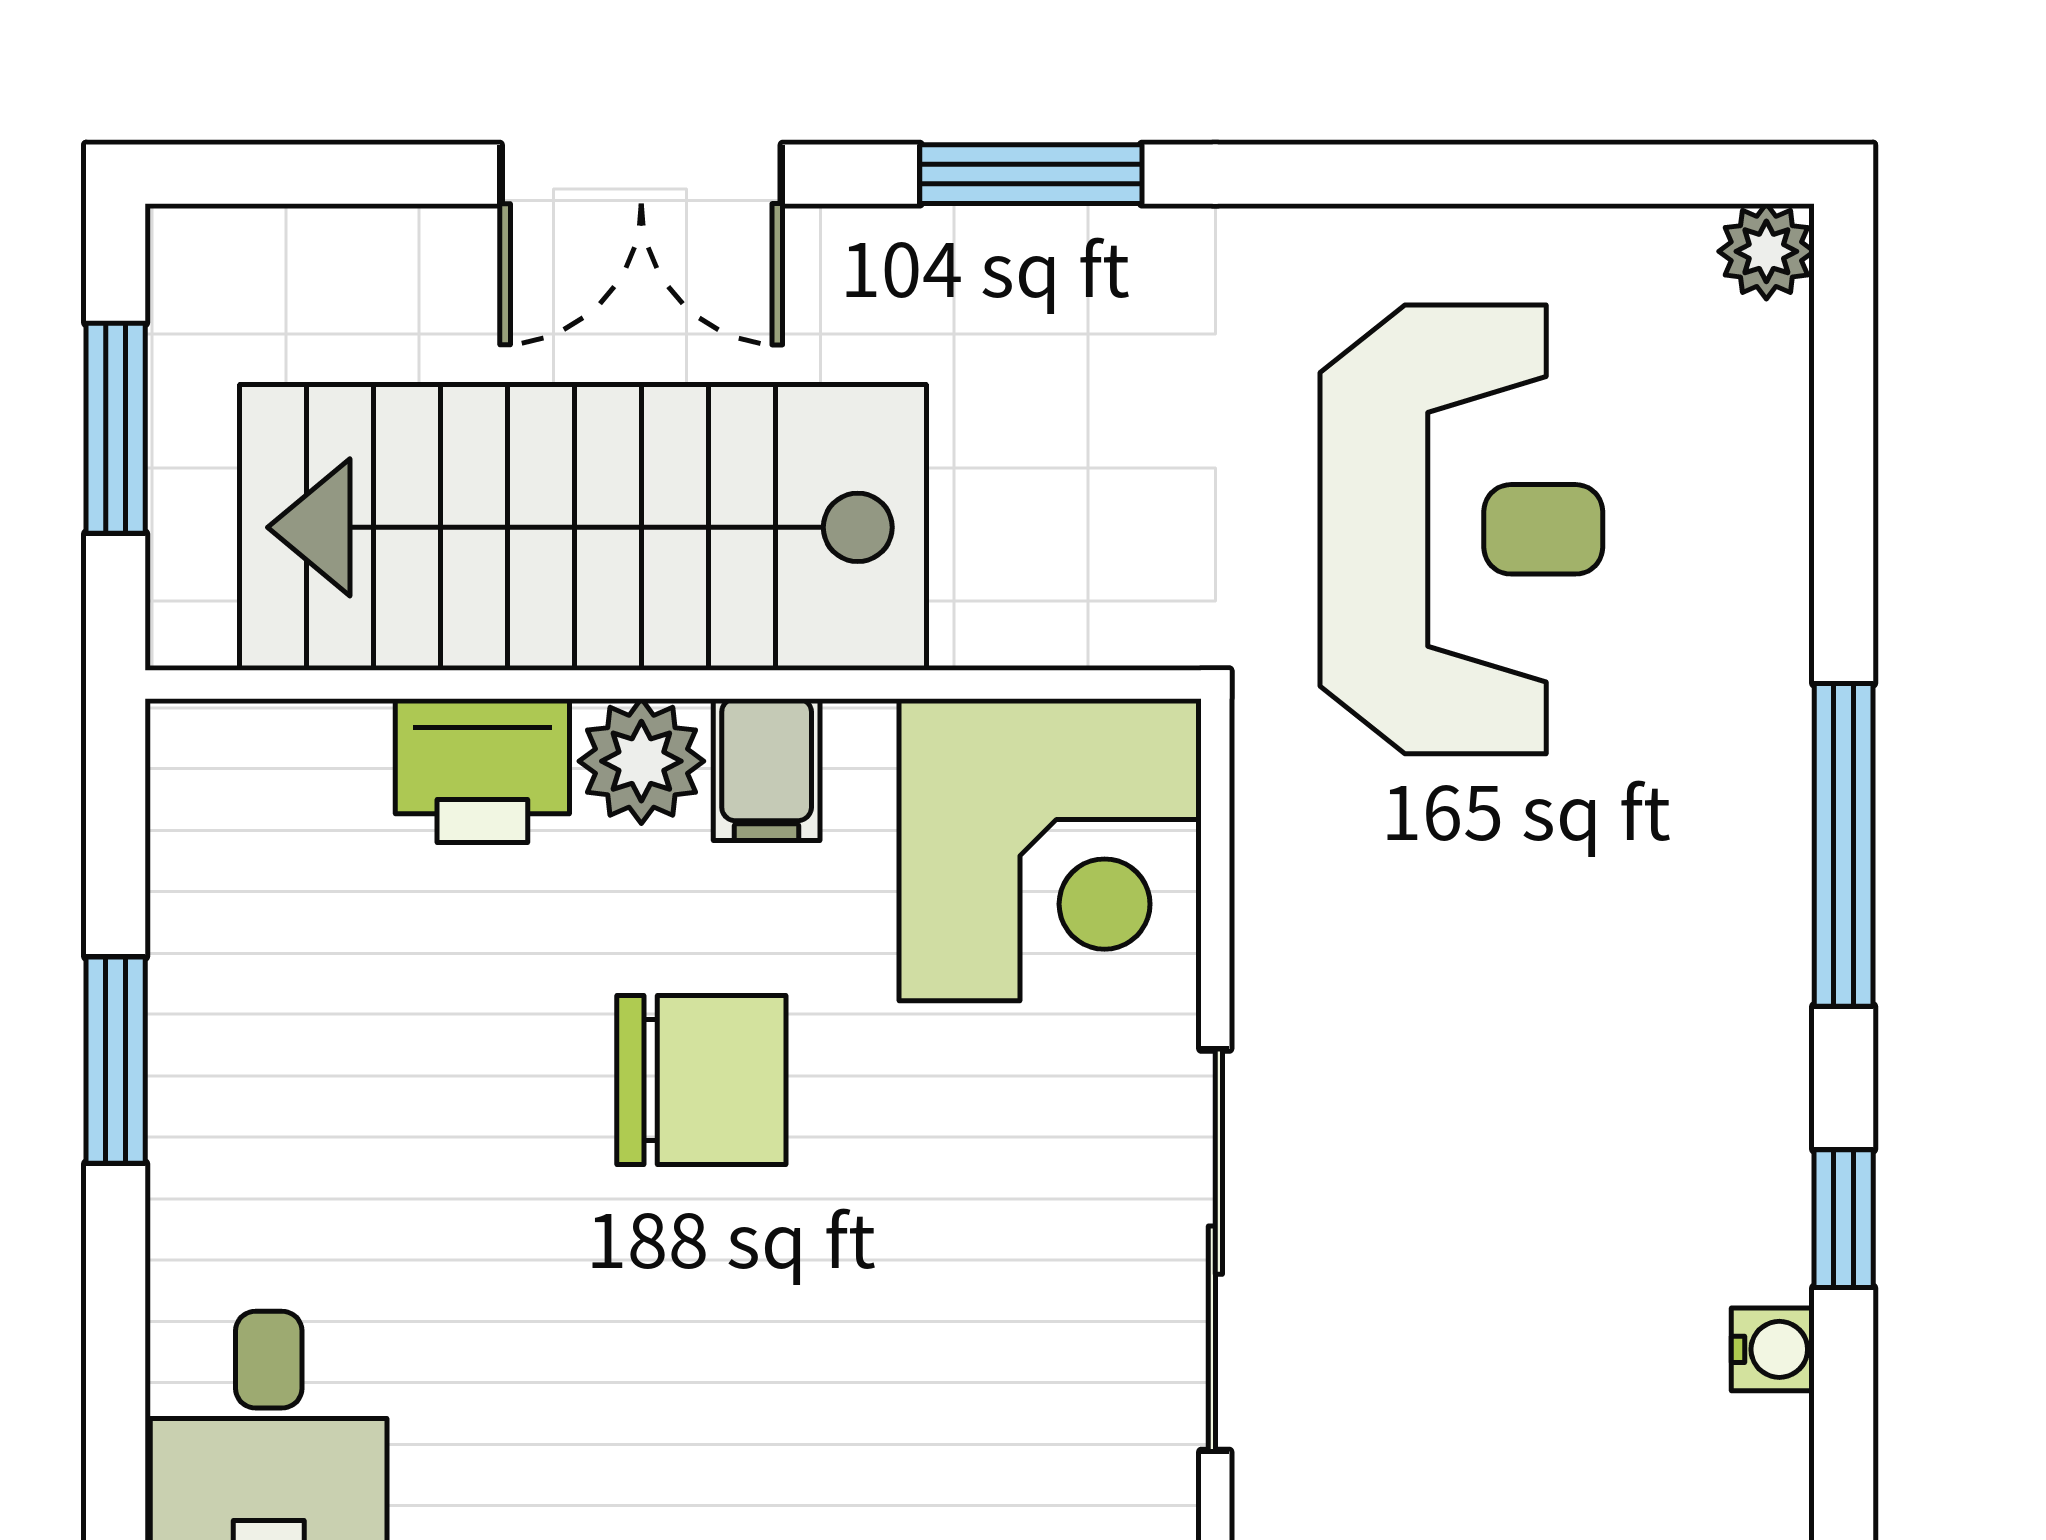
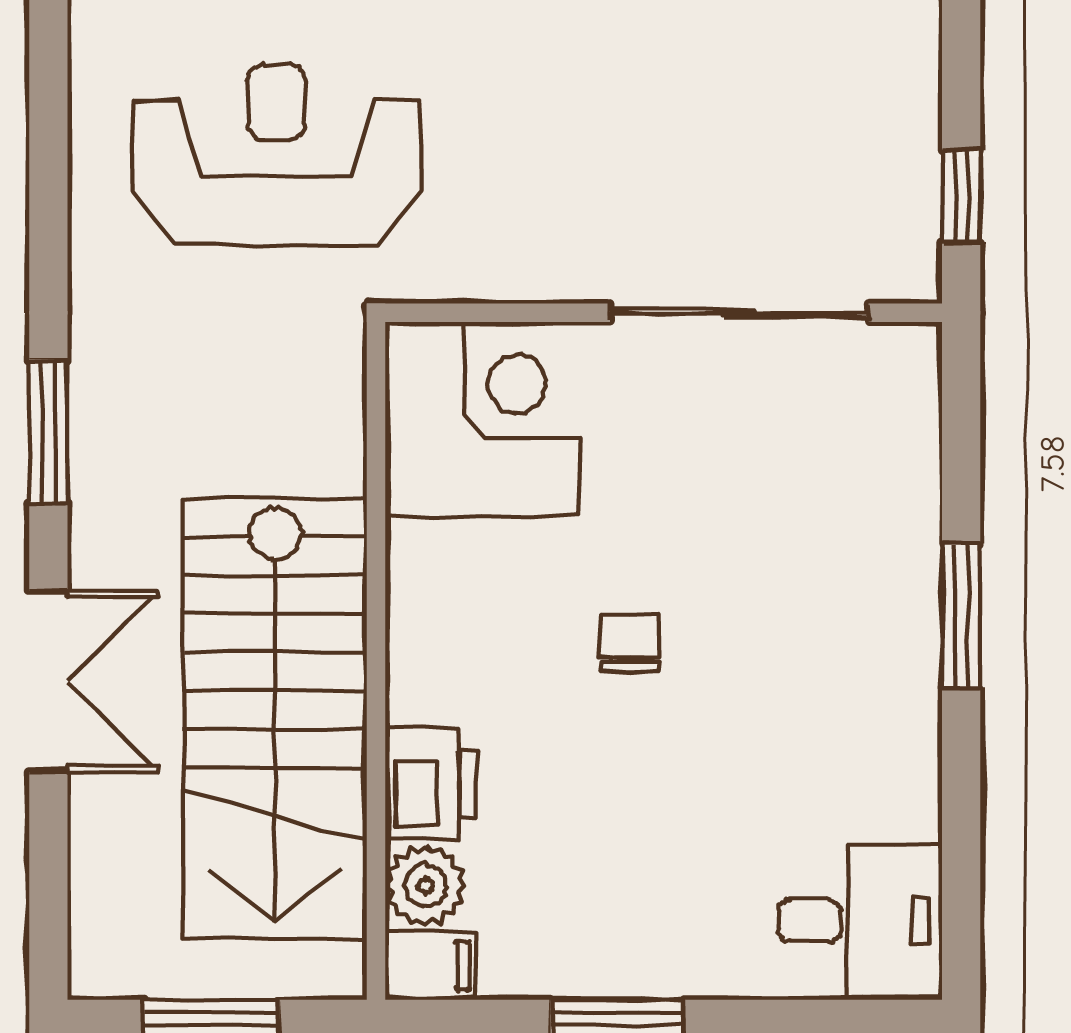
plant: (641, 761) -> (425, 885), moved
filing cabinet: (767, 770) -> (431, 966), moved
chair: (701, 1080) -> (630, 643), width x0.54, depth x0.54

